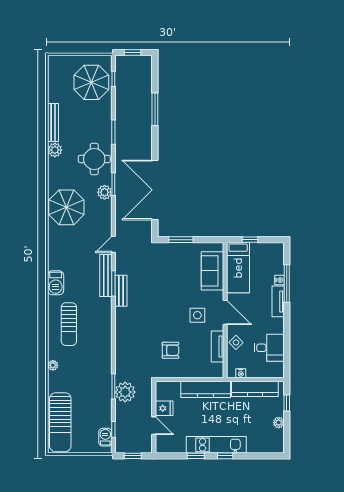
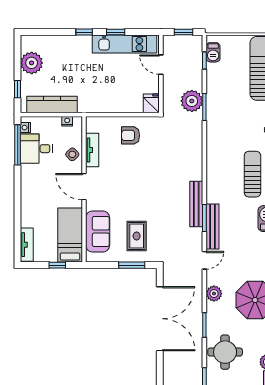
plant: (105, 192) -> (214, 294), moved
rug: (176, 267) -> (137, 236), added
nightstand: (280, 280) -> (25, 128), moved
window: (287, 284) -> (18, 145), moved
bench: (121, 291) -> (196, 204), width x1.36
tv unit: (278, 301) -> (27, 245), moved
side table: (197, 315) -> (114, 184), removed
armchair: (170, 350) -> (131, 135), moved
kitchen counter: (206, 389) -> (105, 104), removed
fridge: (164, 408) -> (151, 103), moved, turned 90
plant: (279, 423) -> (32, 63), width x1.87, depth x1.87
kitchen unit: (216, 445) -> (125, 44), moved

